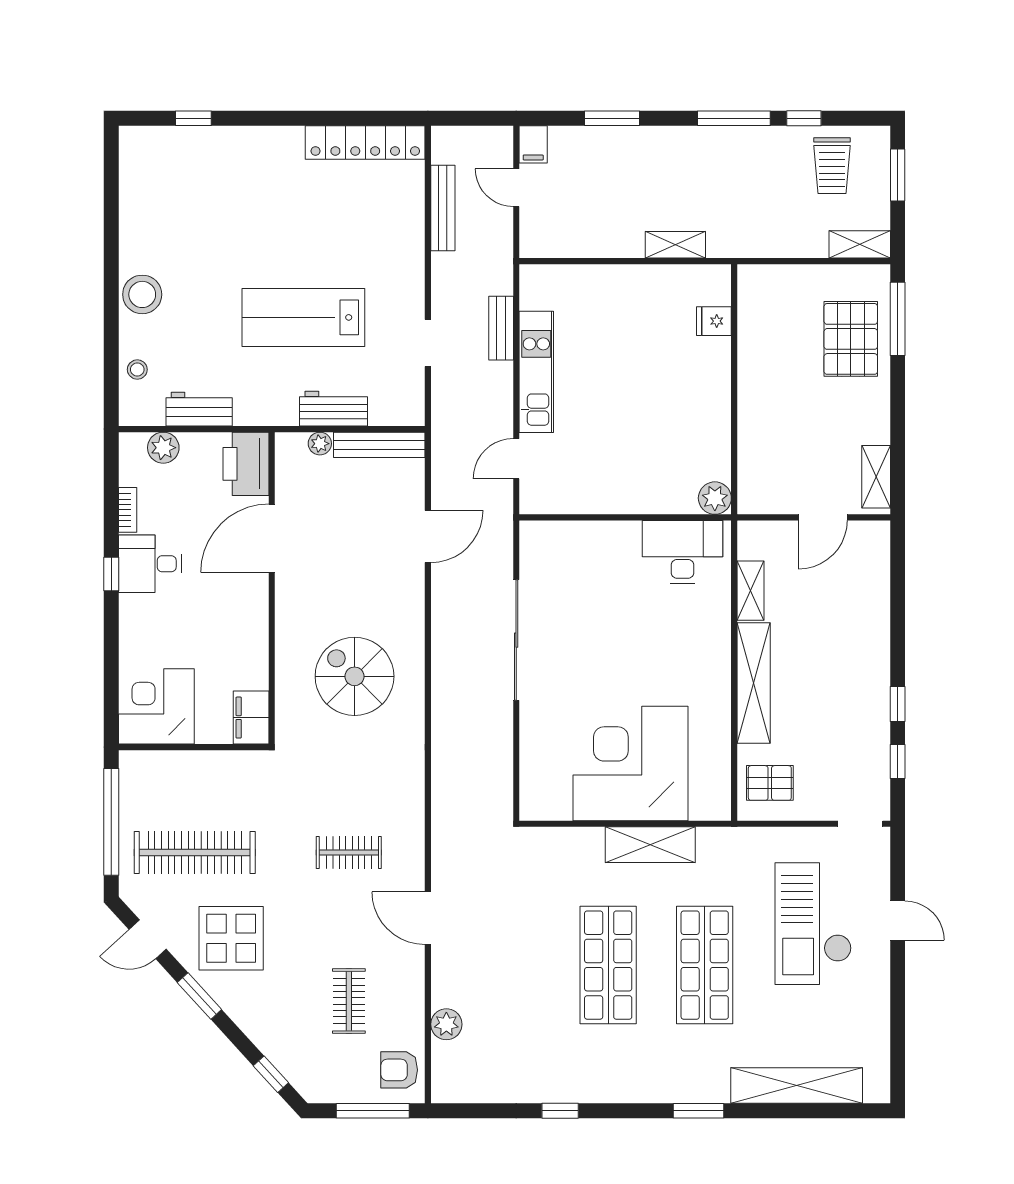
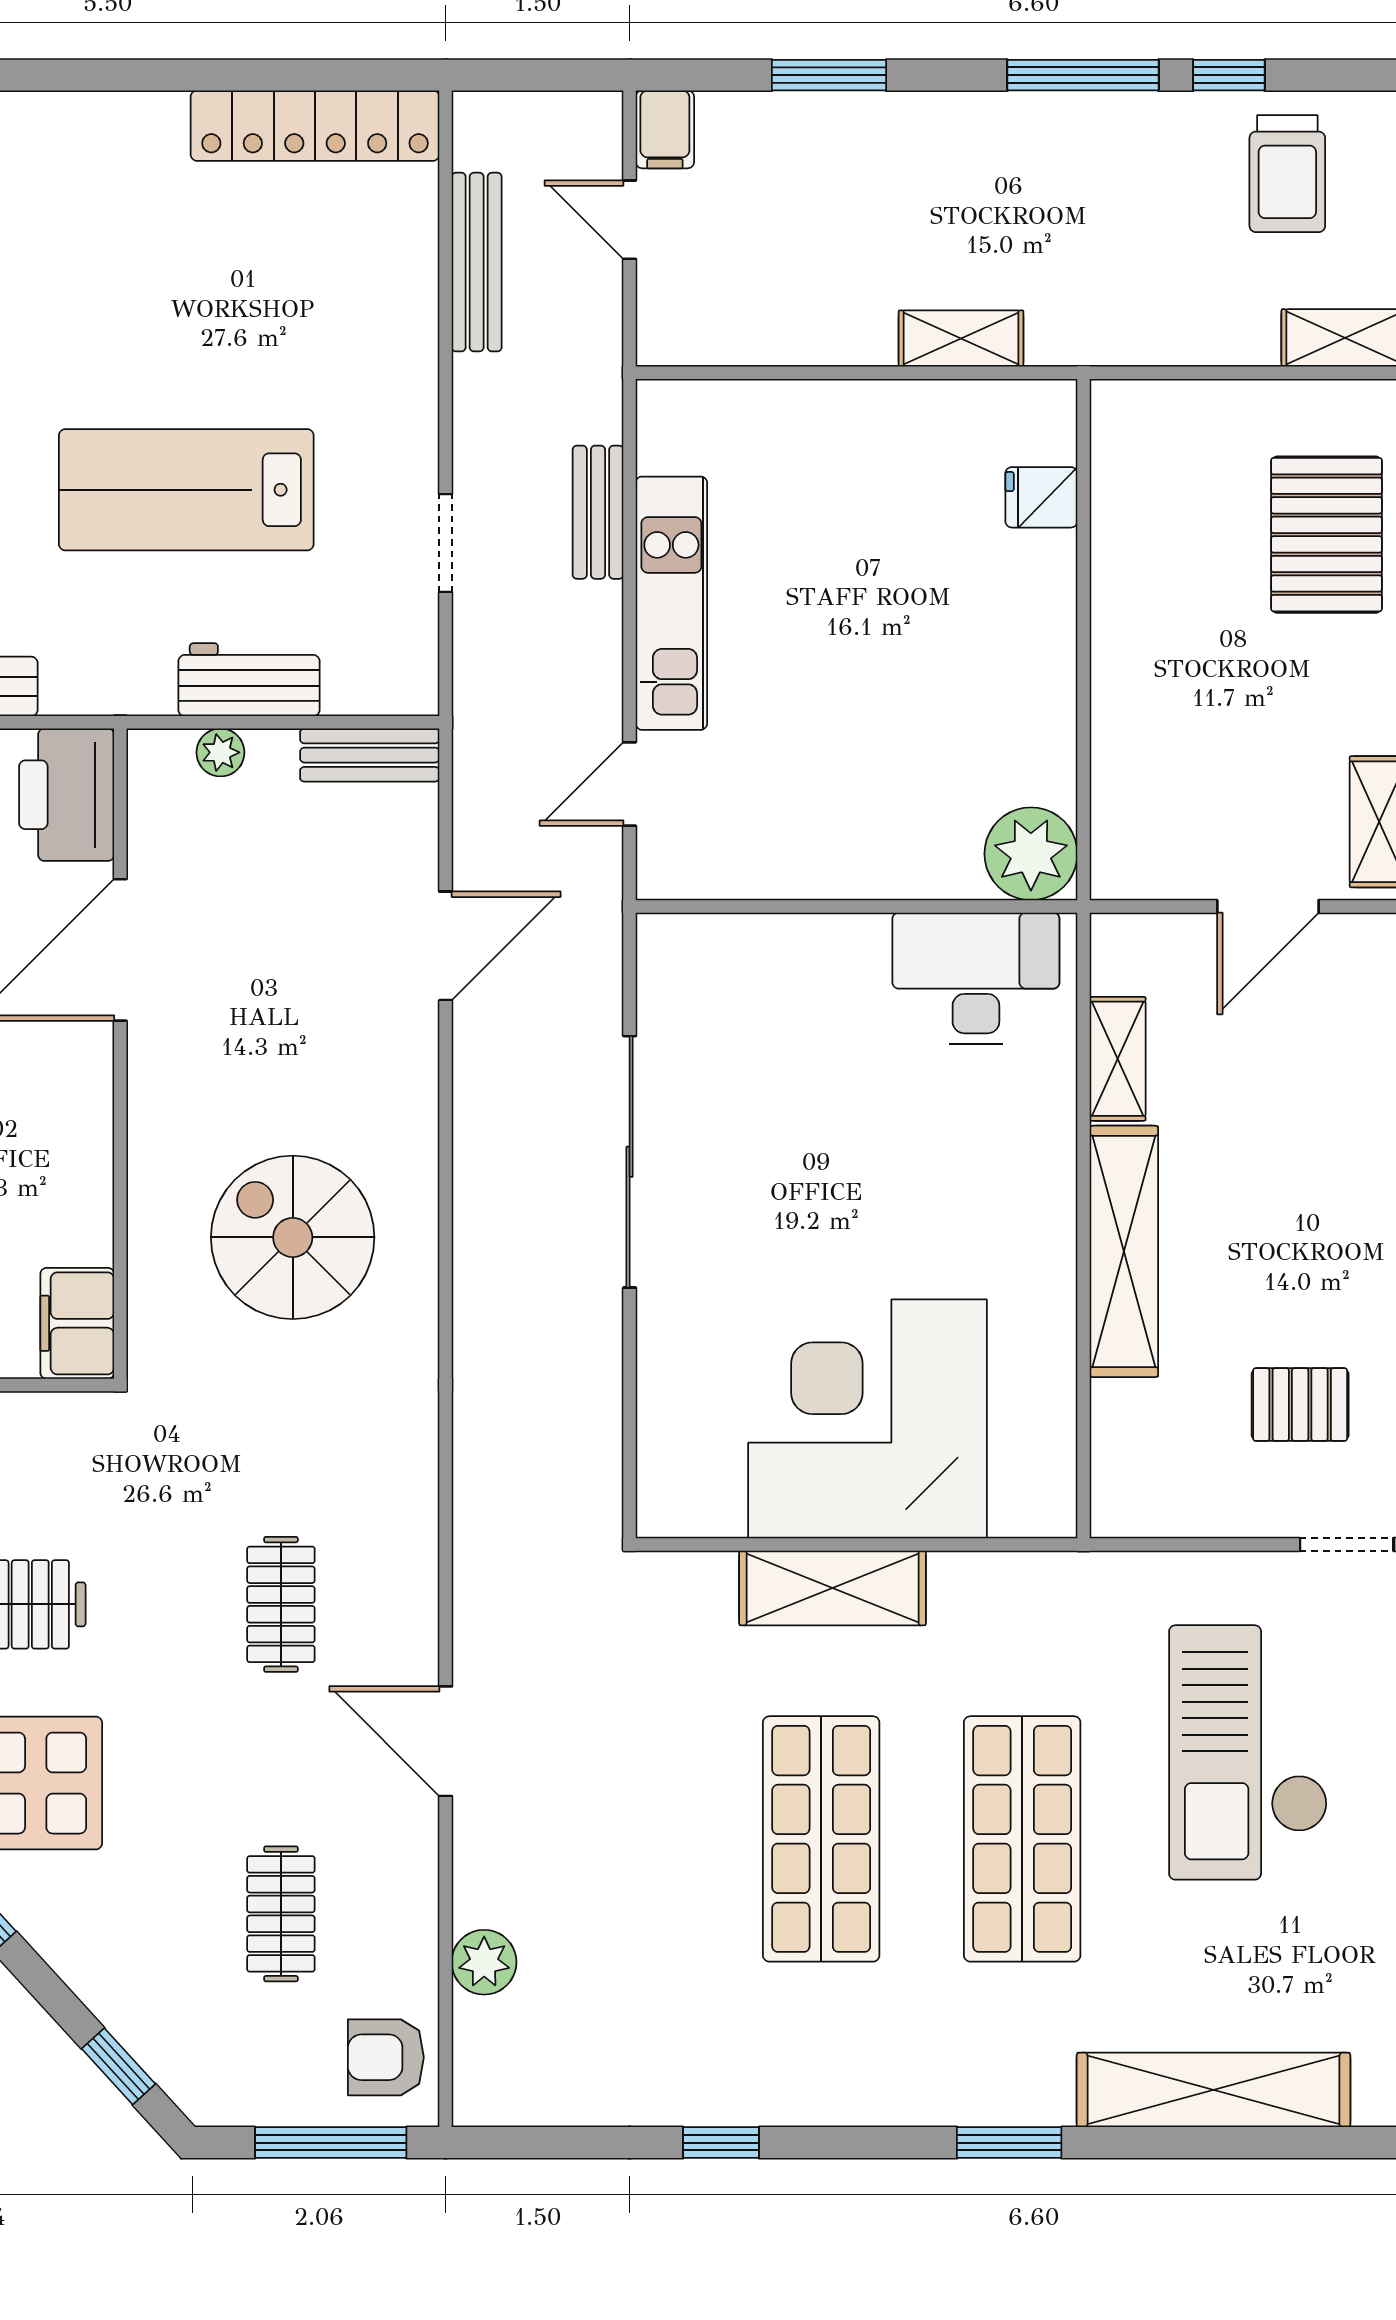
bench: (379, 445) -> (370, 755), width x0.73
plant: (715, 498) -> (1031, 854), width x1.36, depth x1.36
pallet: (770, 783) -> (1300, 1405), moved
shelving: (650, 845) -> (833, 1588), moved
clothes rail: (349, 852) -> (281, 1604), turned 90

